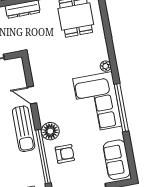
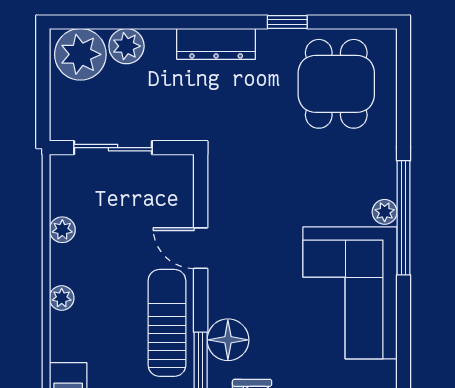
window: (121, 108) -> (403, 218), moved
sun lounger: (24, 129) -> (167, 323), turned 180

